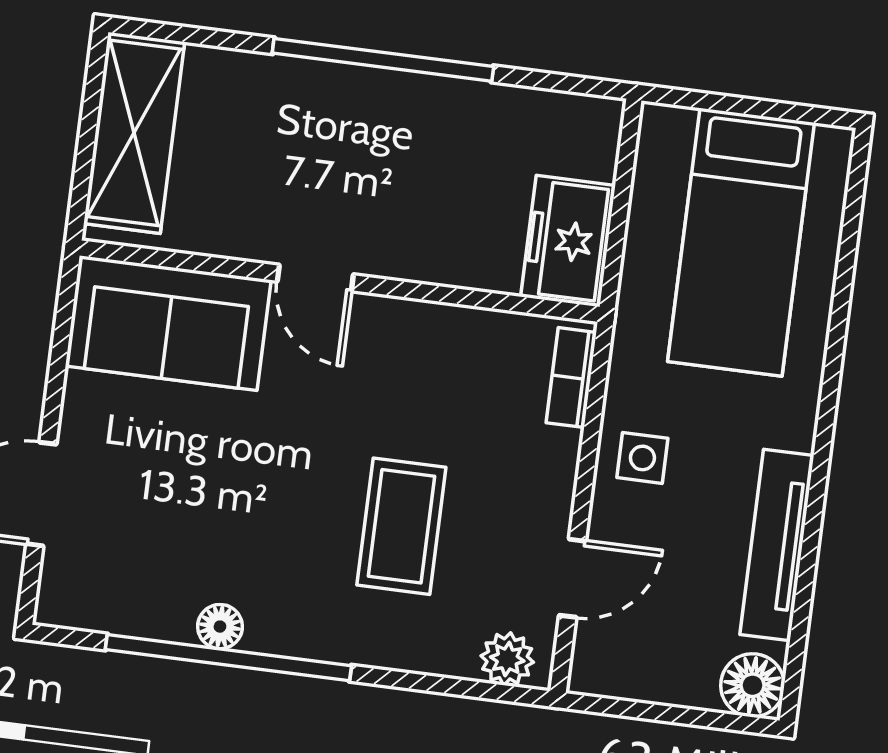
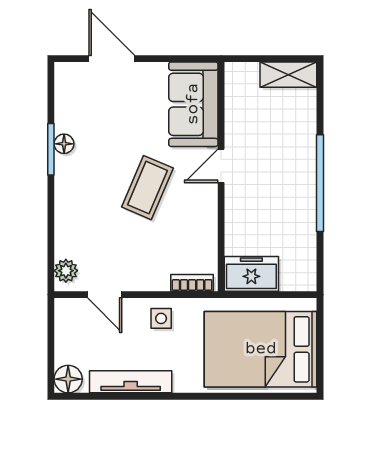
shelving: (134, 133) -> (288, 75), width x0.67, depth x0.75
bed: (741, 242) -> (261, 349), width x1.50
coffee table: (401, 526) -> (147, 188), moved, turned -67
window: (228, 658) -> (51, 149), width x0.47

